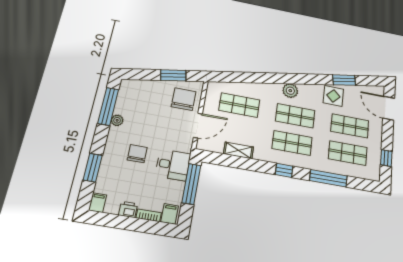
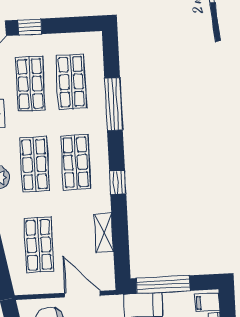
window: (386, 158) -> (30, 27), moved
window: (284, 170) -> (118, 182), moved

